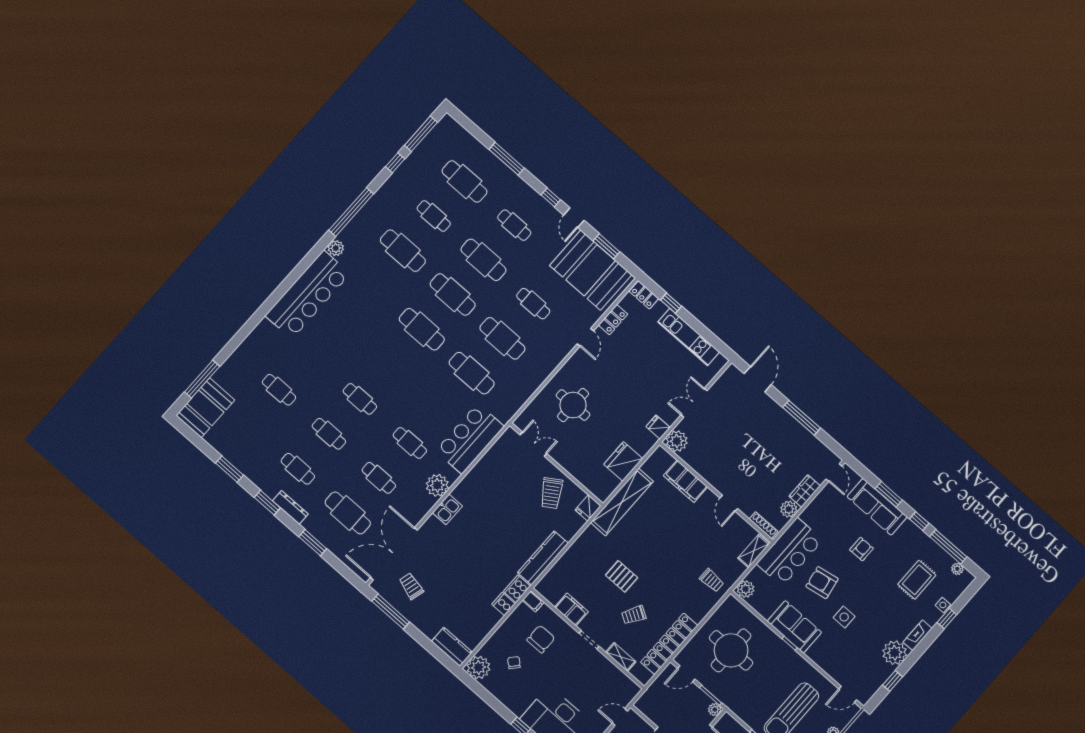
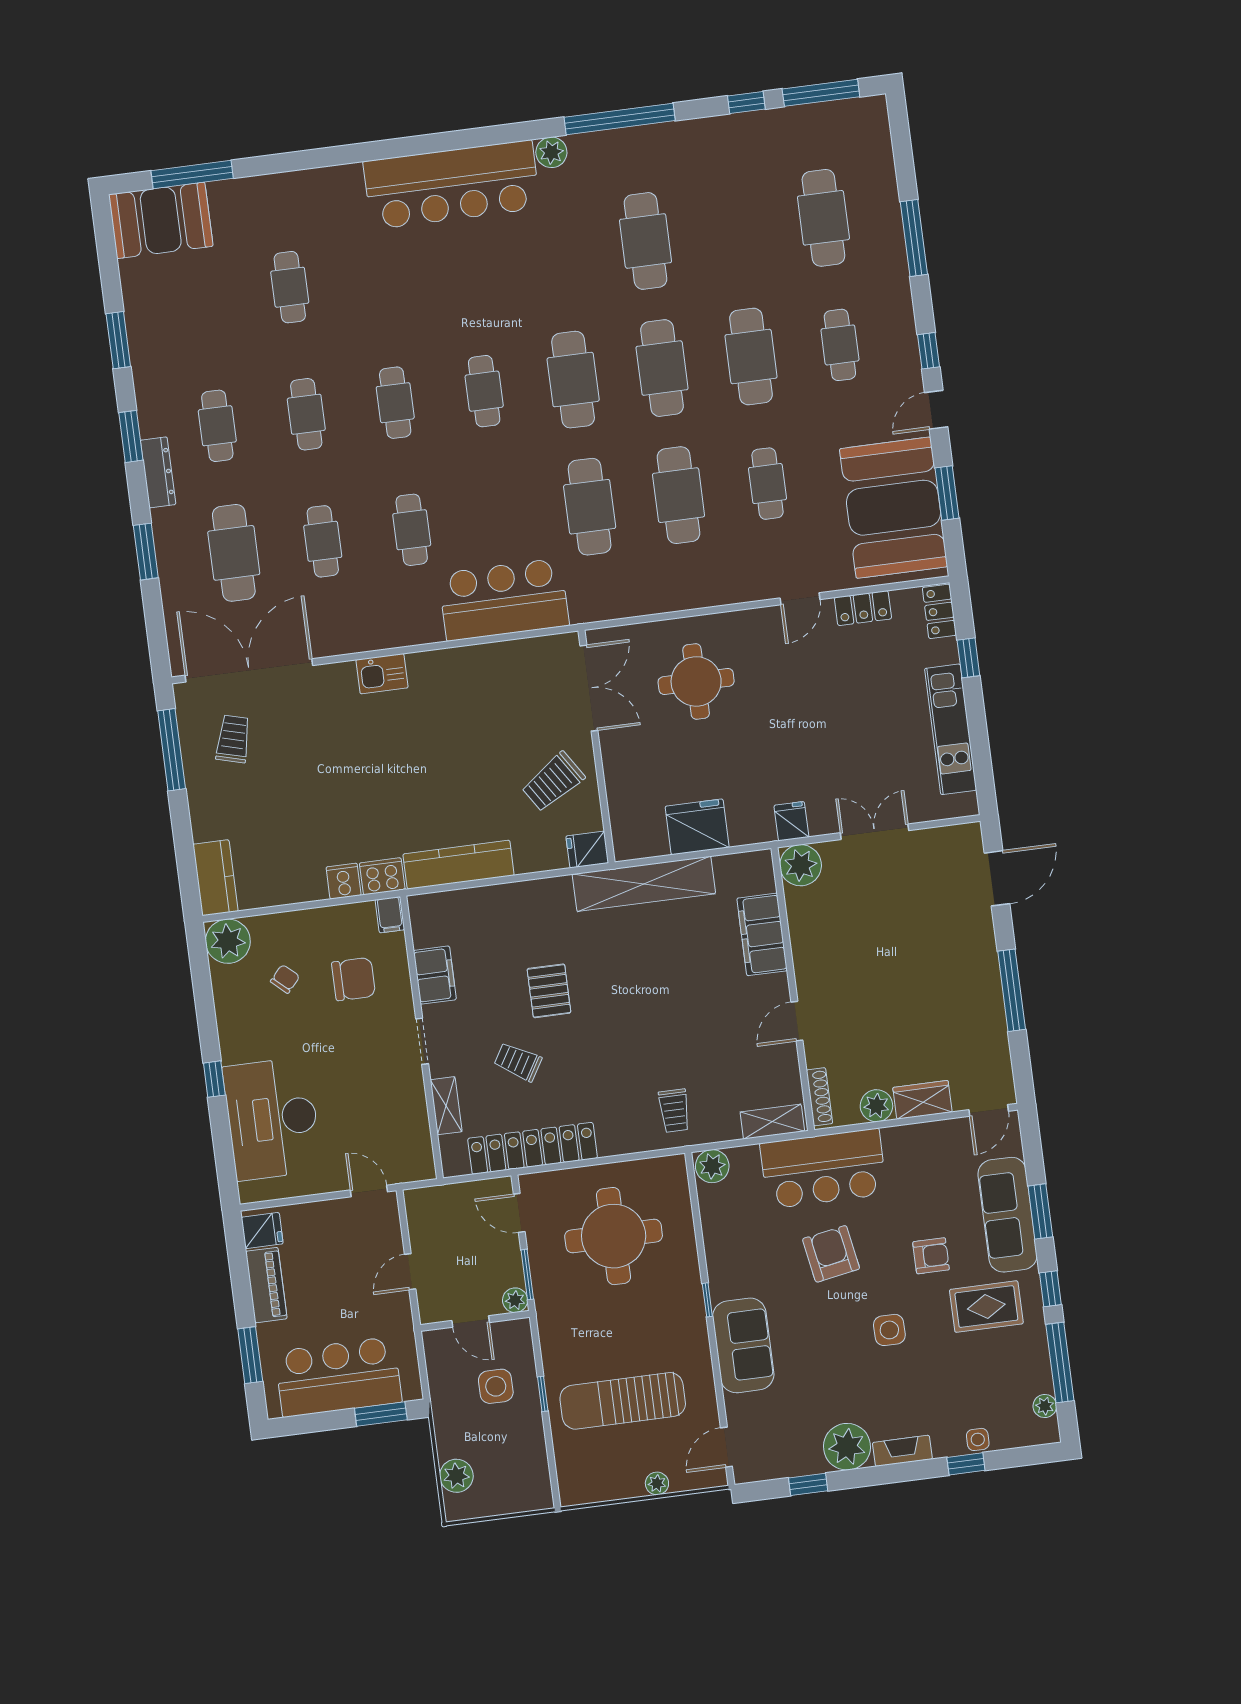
cafe table: (434, 216) -> (484, 391), moved
double door: (533, 444) -> (589, 688), width x1.37
plant: (437, 485) -> (398, 626), removed
rug: (917, 580) -> (986, 1307), moved
side table: (844, 617) -> (889, 1330), moved
sofa: (794, 627) -> (743, 1345), moved
door: (848, 694) -> (726, 1447), hinge flipped

